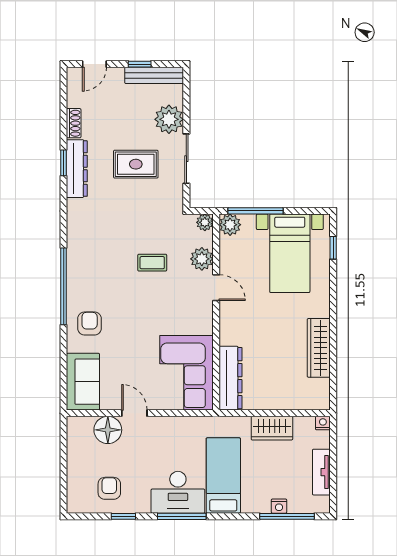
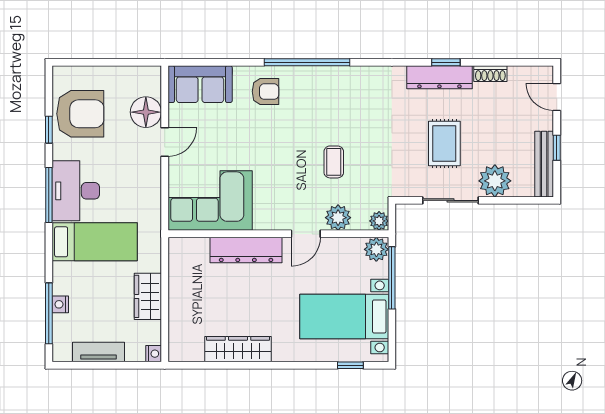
dresser: (231, 378) -> (246, 250), moved
armchair: (109, 488) -> (80, 114), width x1.88, depth x1.88

